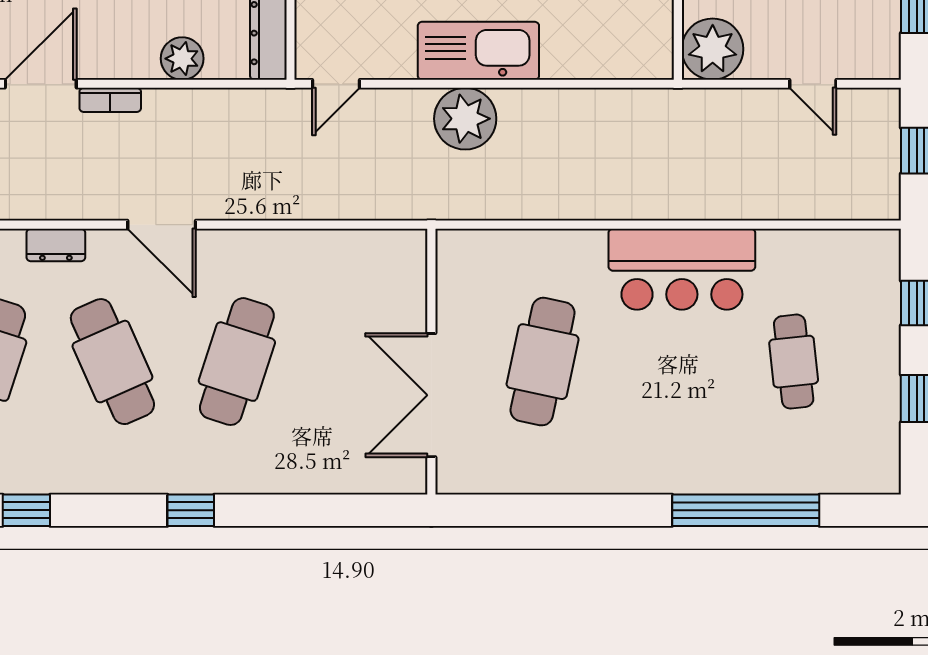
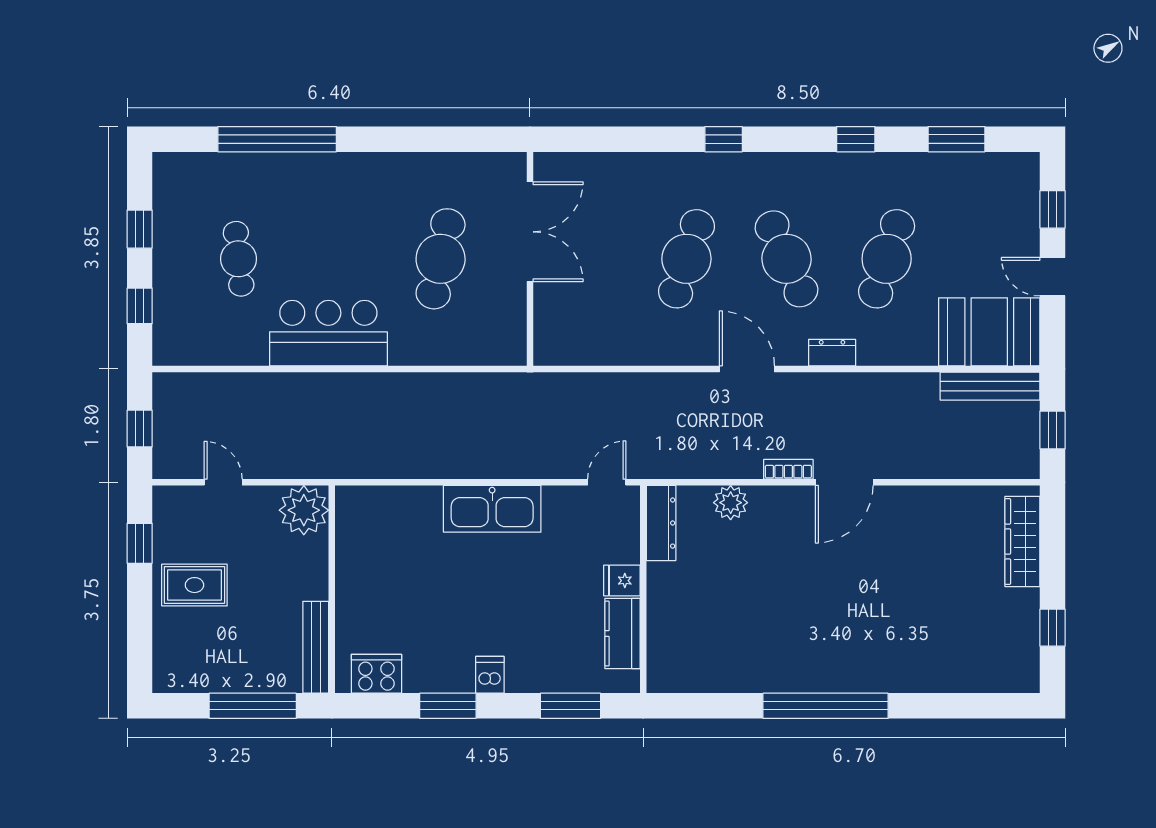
plant: (465, 119) -> (503, 454), removed

